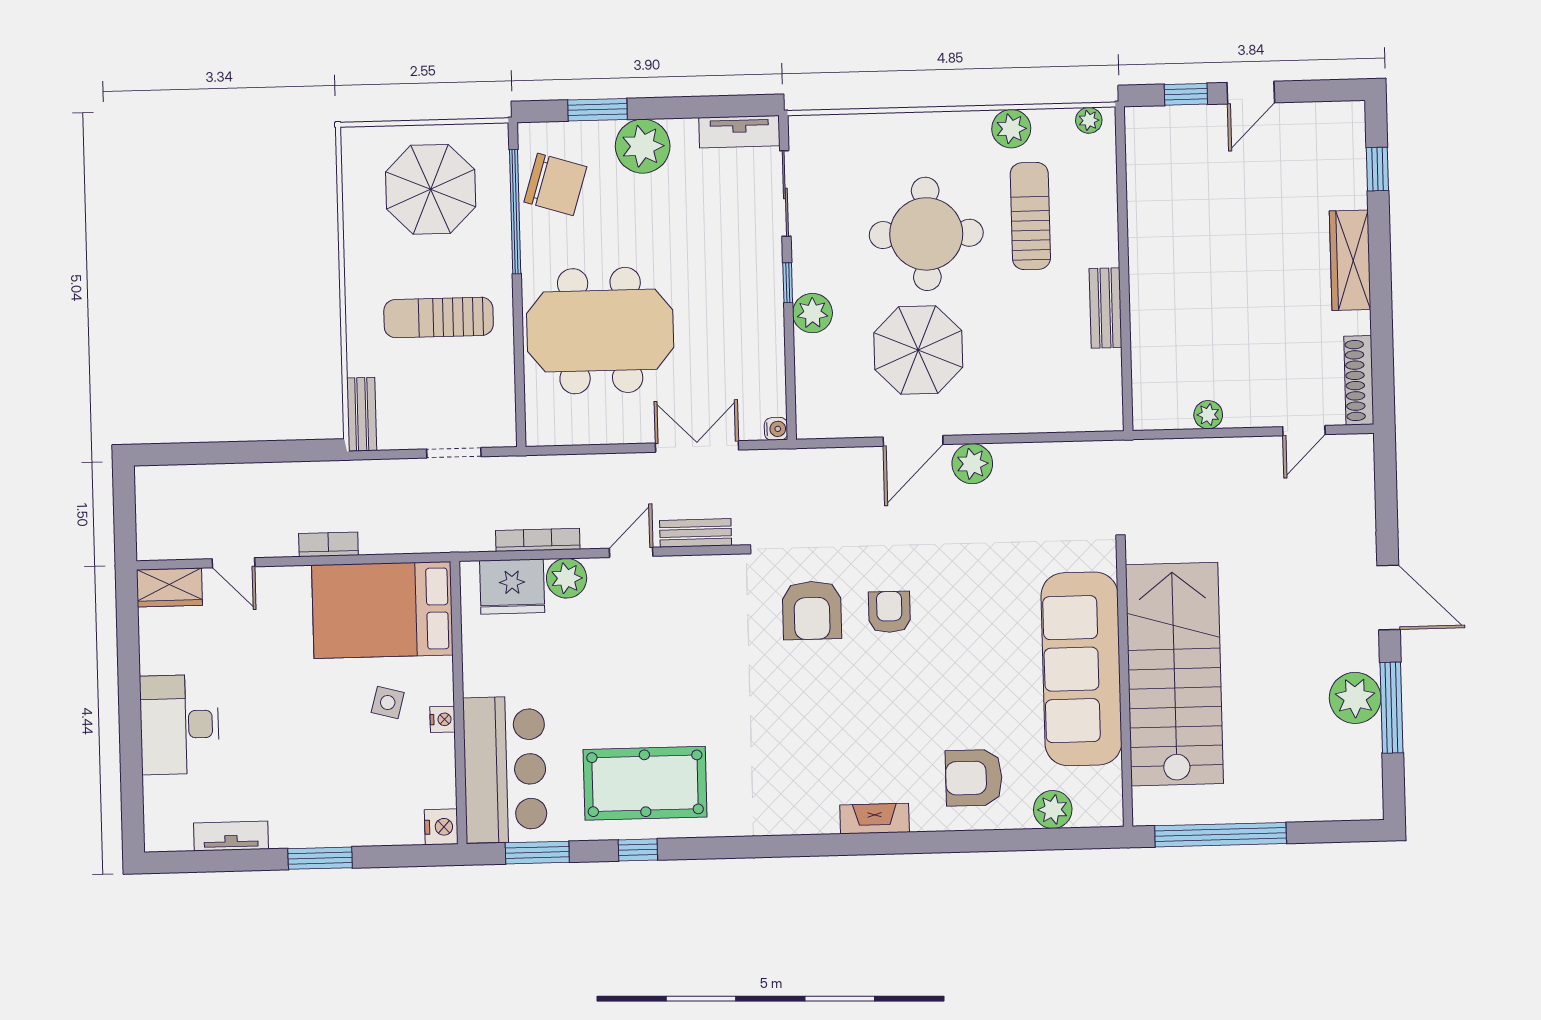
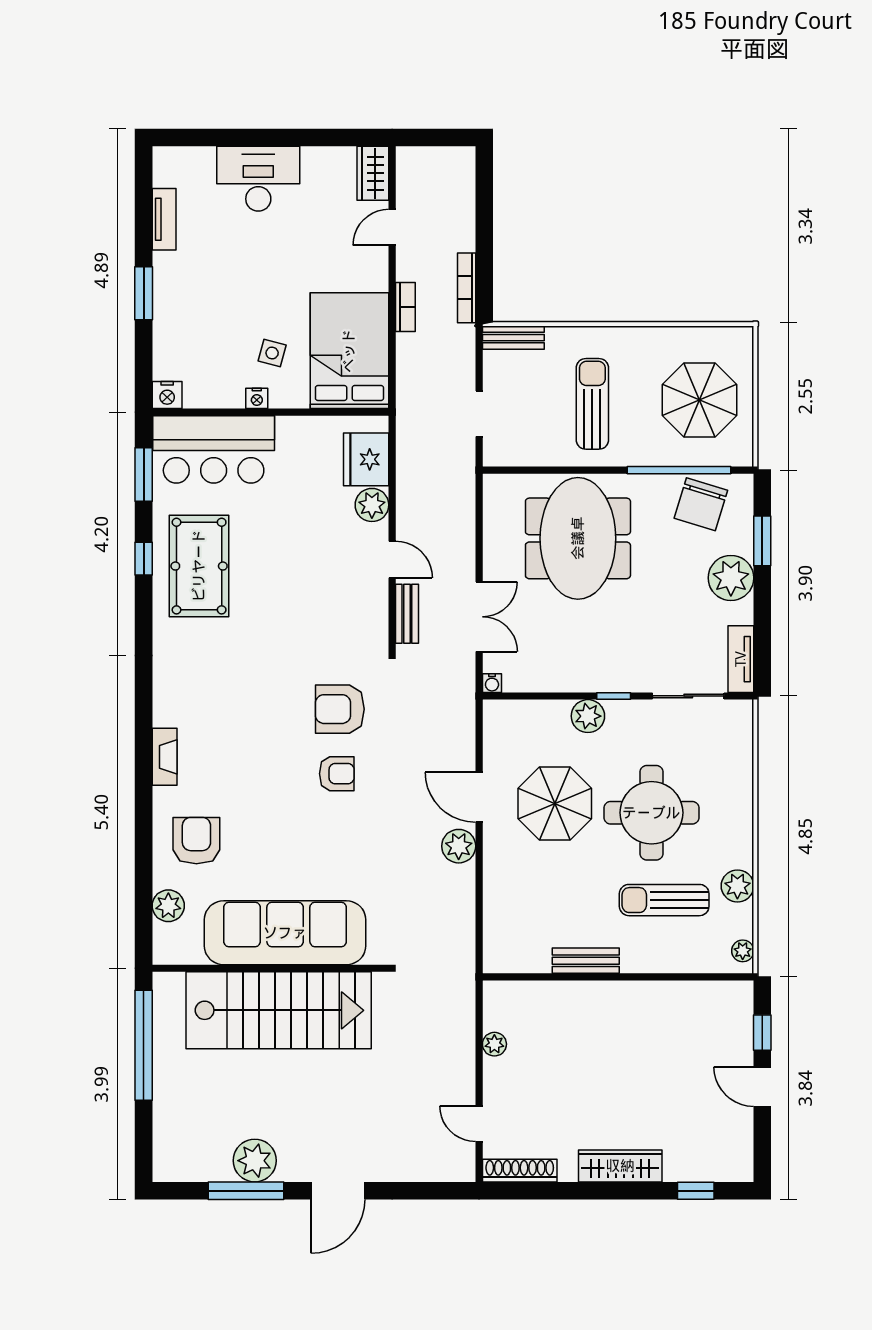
sun lounger: (1030, 216) -> (664, 900), turned 180
bookcase: (538, 540) -> (467, 288), moved, turned 180

